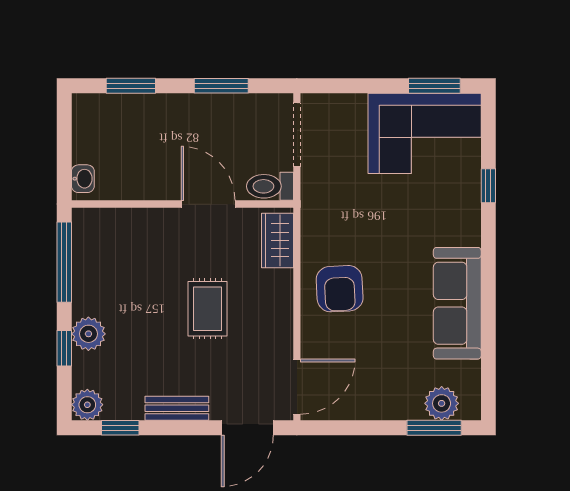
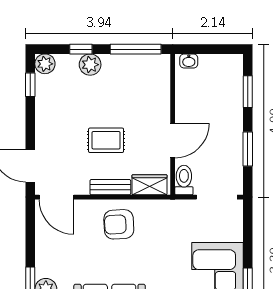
bench: (177, 408) -> (110, 187), moved, turned 90

